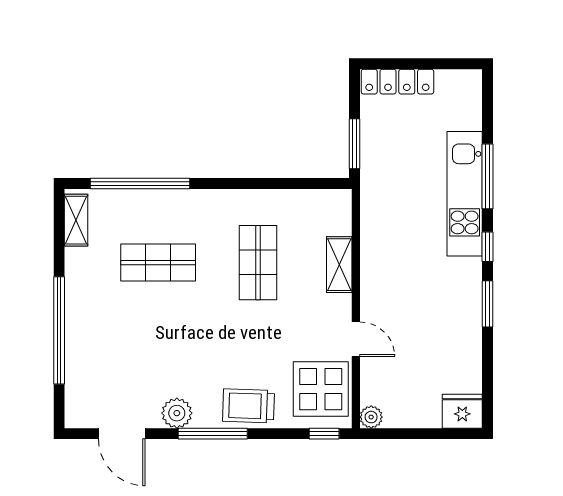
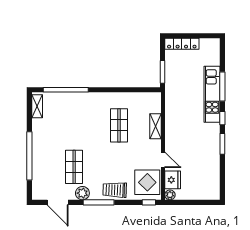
shop shelf: (158, 263) -> (74, 167), moved, turned 90
fridge: (462, 411) -> (173, 180), moved, turned 90

